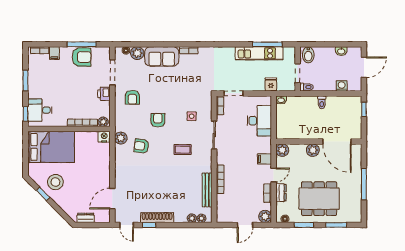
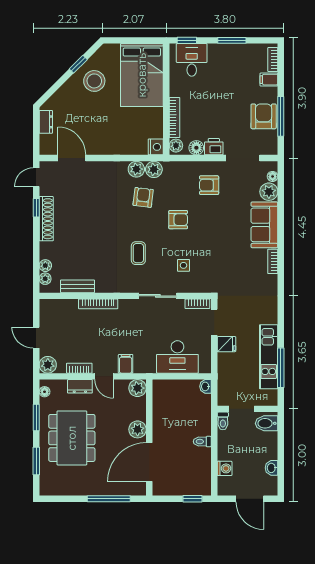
armchair: (82, 57) -> (264, 116), turned 180
fridge: (271, 84) -> (226, 344), moved
floor lamp: (105, 107) -> (196, 148), added
plant: (121, 151) -> (136, 169), added
window: (364, 184) -> (109, 499), moved
bench: (207, 190) -> (77, 286), width x0.73

